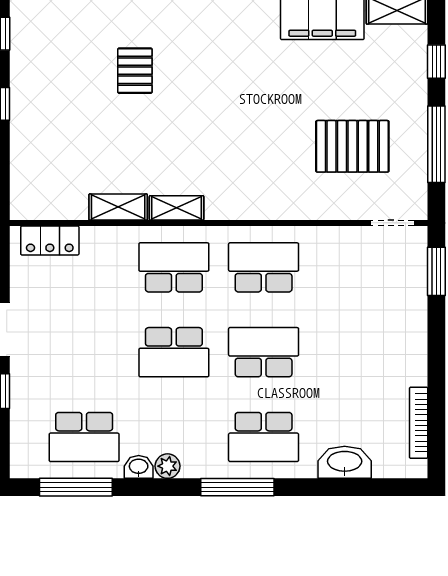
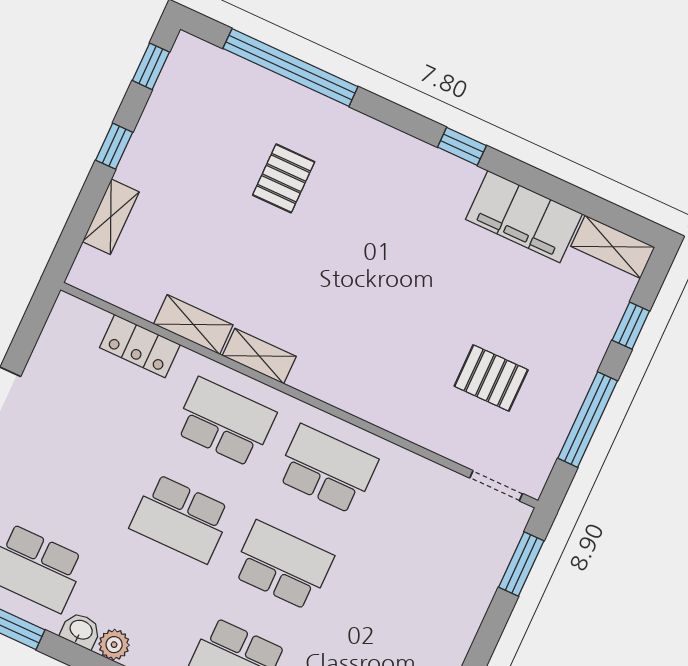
pallet: (352, 146) -> (491, 378), width x0.67, depth x0.71
shelving: (22, 156) -> (111, 217), added
locker: (50, 240) -> (140, 346), moved

